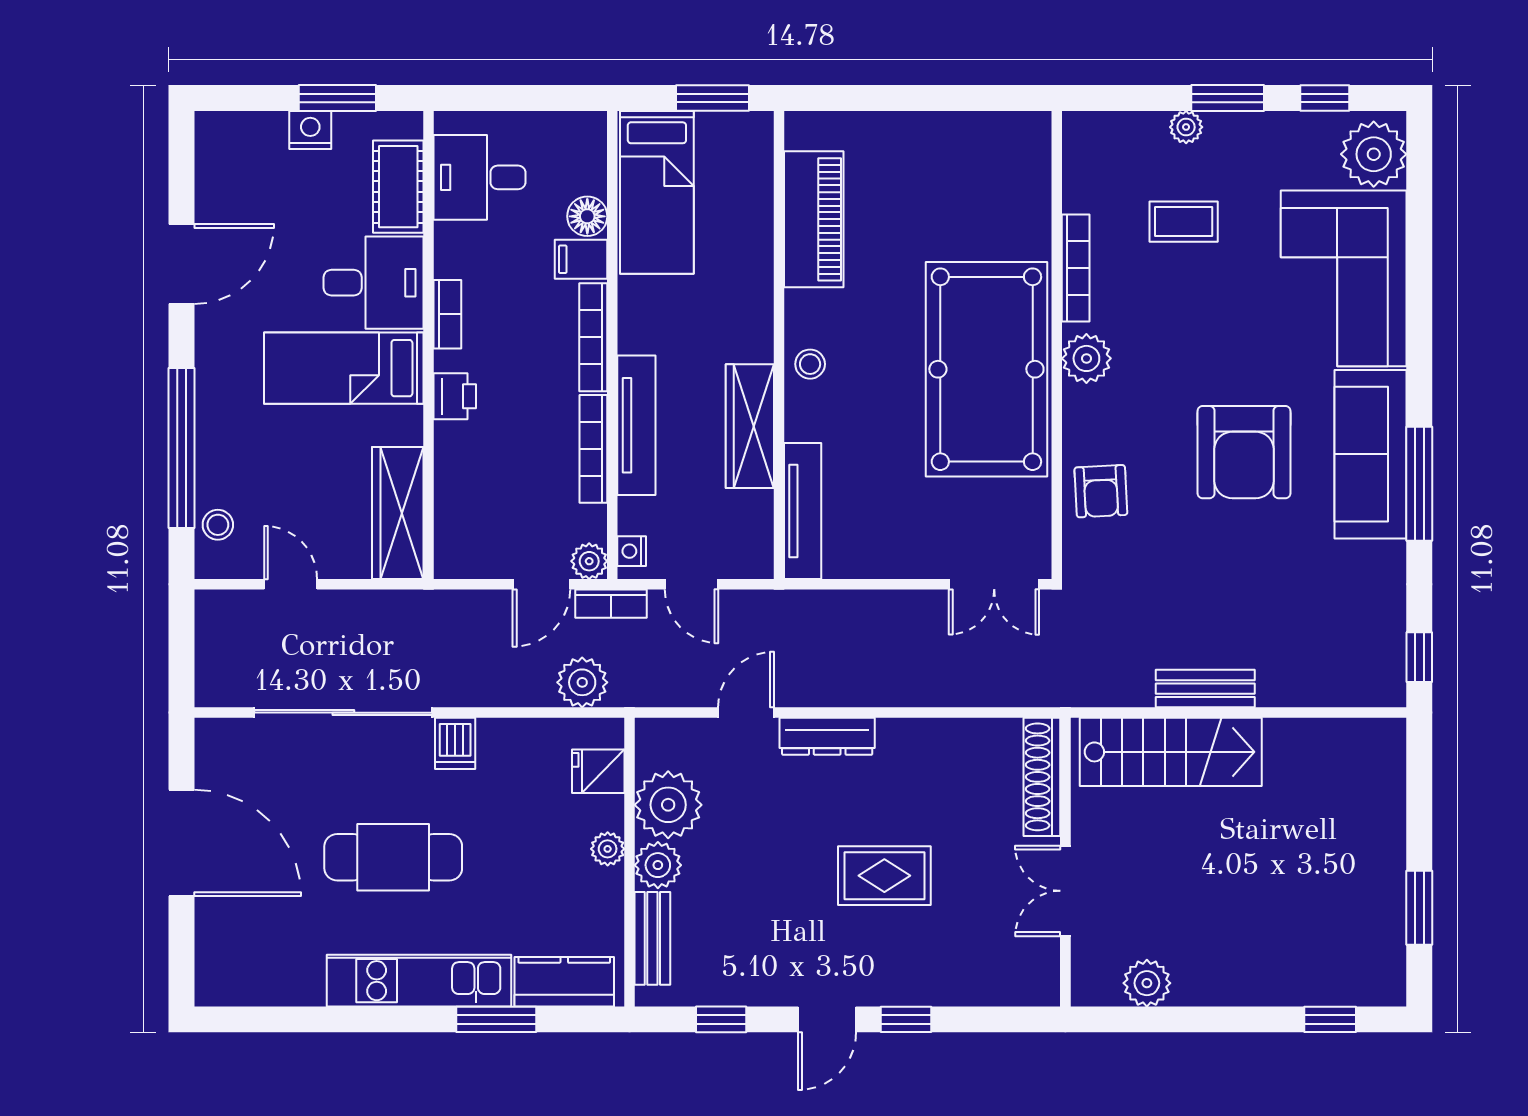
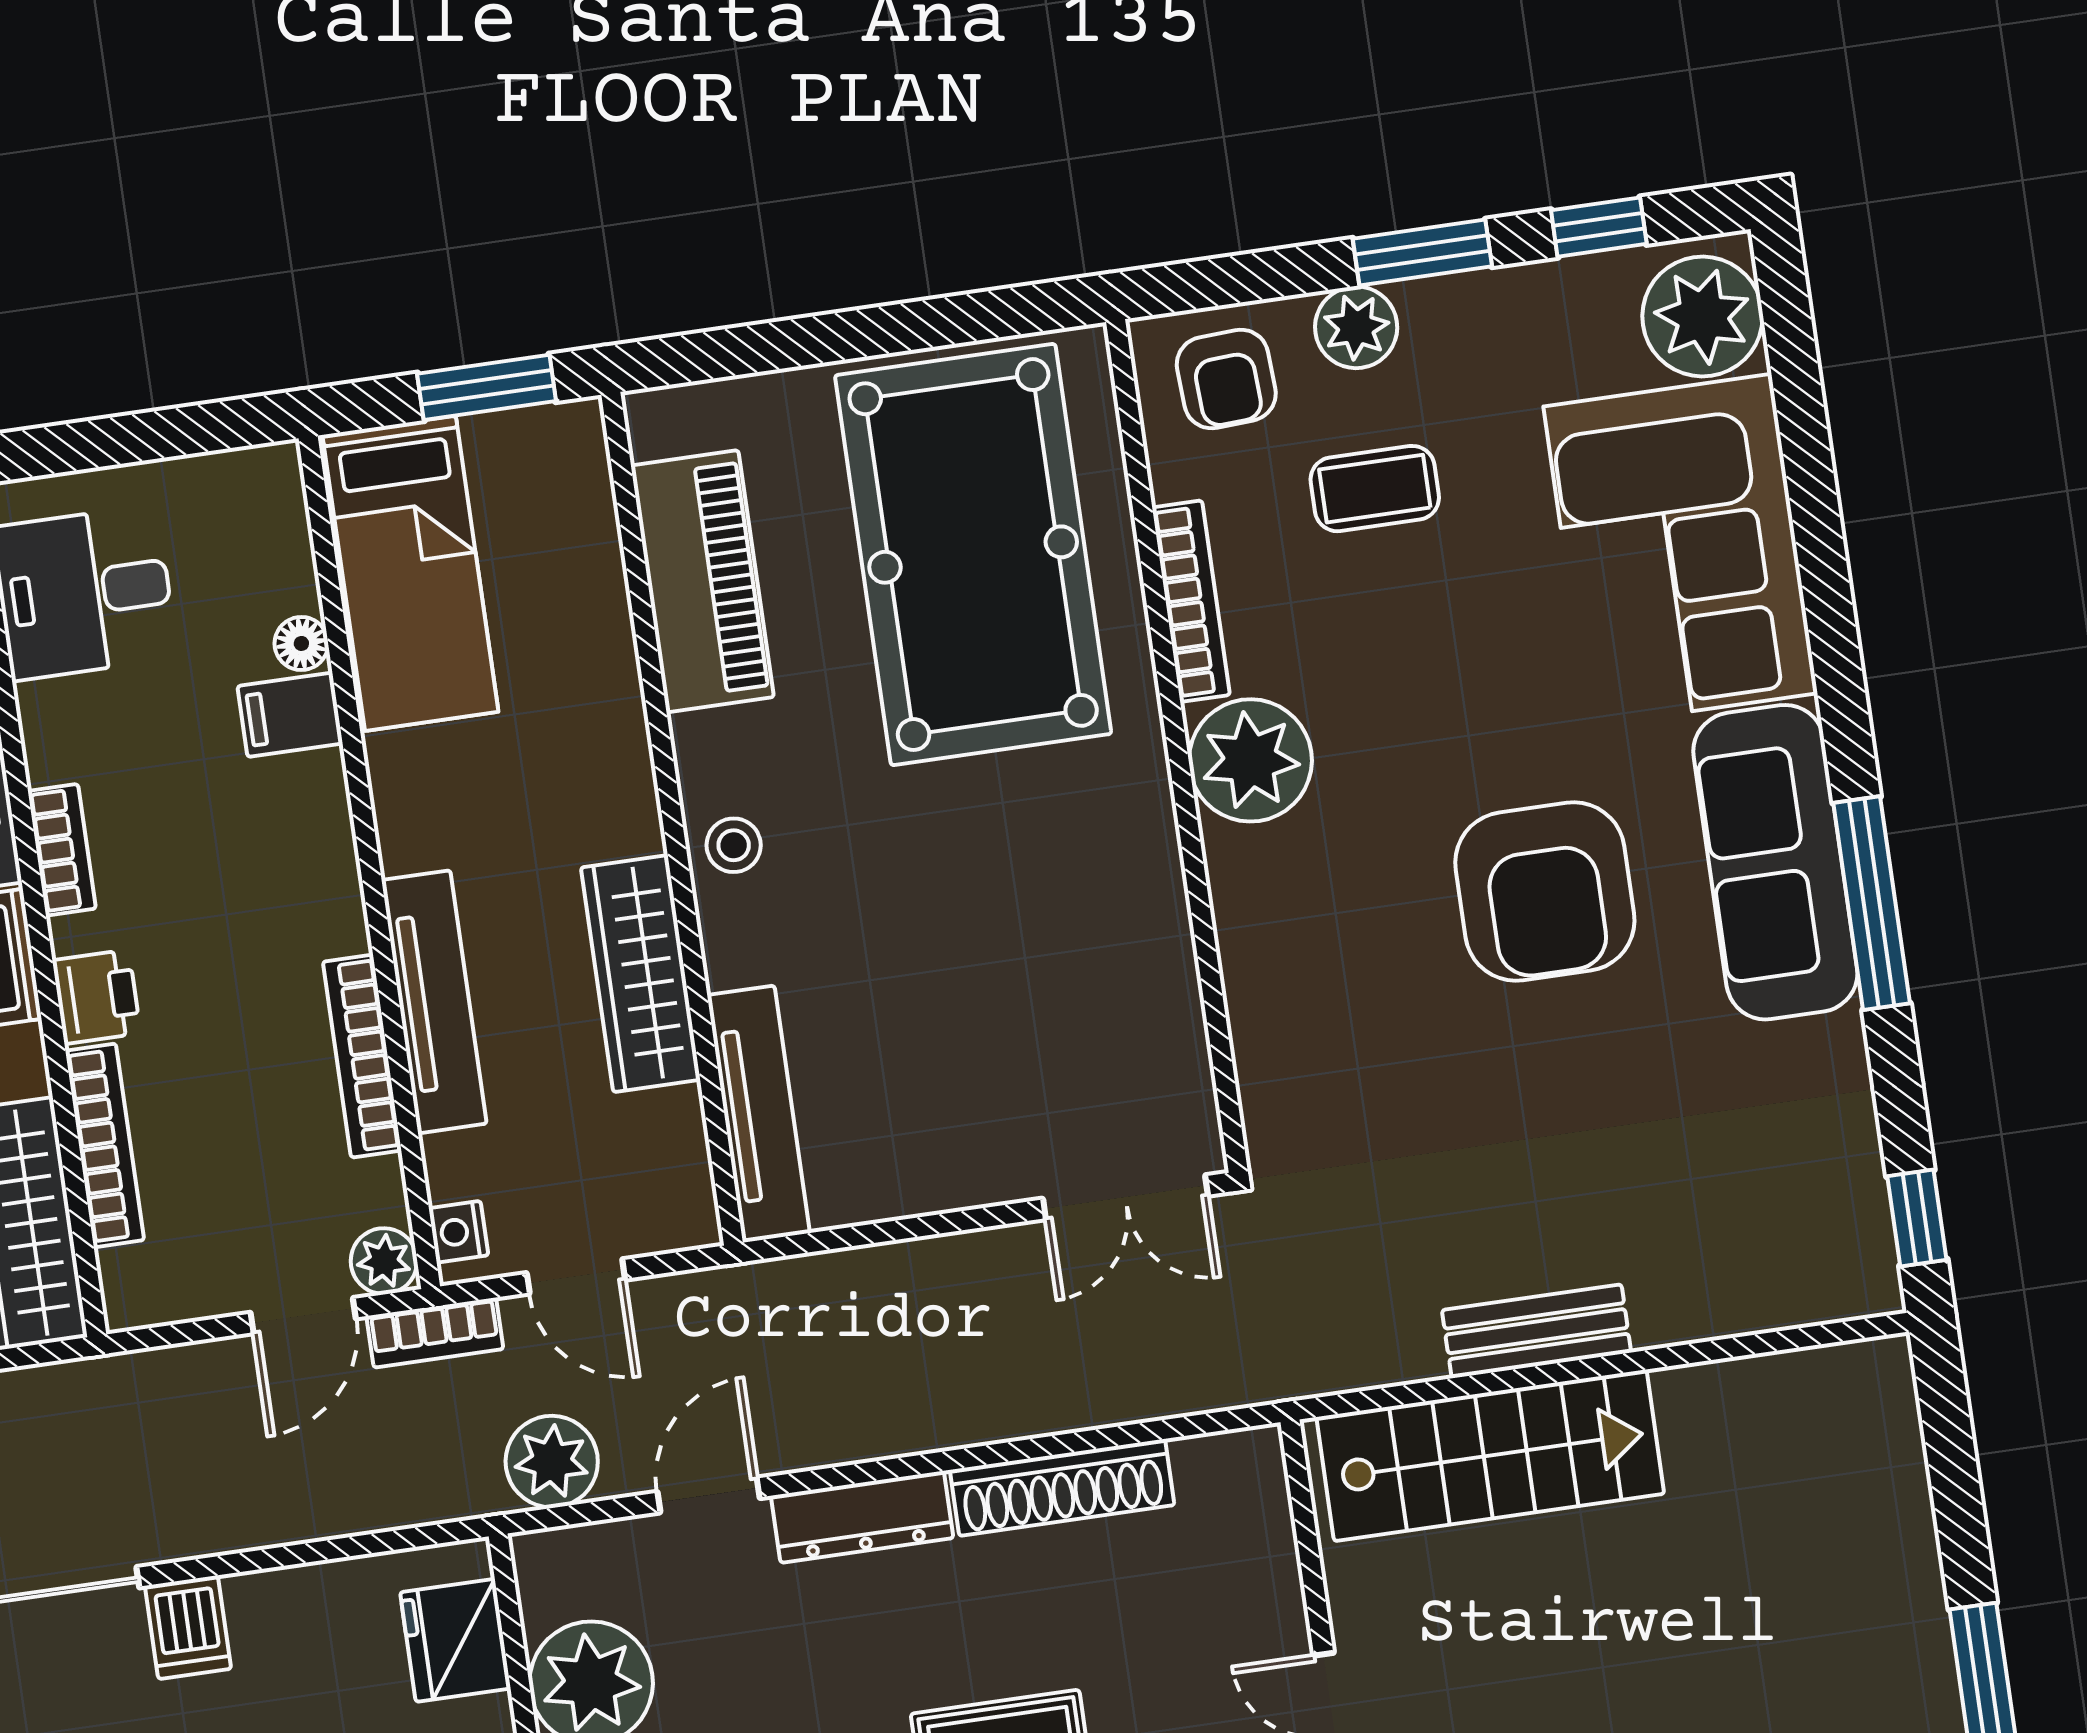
plant: (1186, 127) -> (1356, 327), width x1.38, depth x1.38
floor lamp: (587, 216) -> (301, 643), width x0.73, depth x0.73
bookcase: (593, 337) -> (105, 1145), moved, turned 180
plant: (1086, 358) -> (1250, 760), width x1.36, depth x1.36
pool table: (986, 369) -> (973, 555), moved
armchair: (1101, 491) -> (1226, 379), moved
plant: (582, 682) -> (552, 1462), moved
fridge: (598, 771) -> (455, 1640), width x1.38
shoe rack: (1042, 777) -> (1062, 1487), moved, turned -90

